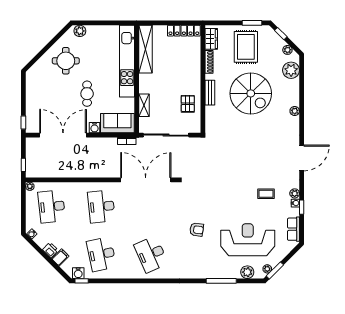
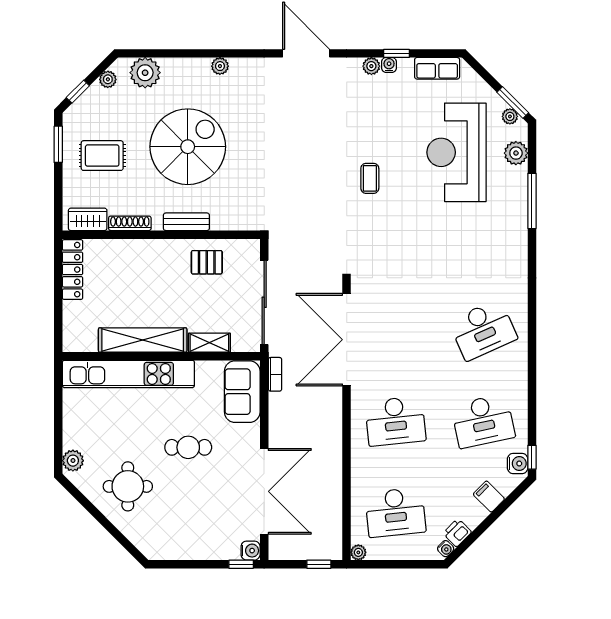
rug: (246, 47) -> (102, 156), width x0.73, depth x0.70
shelving: (145, 49) -> (143, 340), moved
water cooler: (94, 128) -> (251, 551), moved
double door: (63, 135) -> (264, 491), swing flipped
coffee table: (266, 194) -> (370, 178), moved
armchair: (197, 230) -> (438, 246), removed
printer: (50, 250) -> (457, 533), moved

